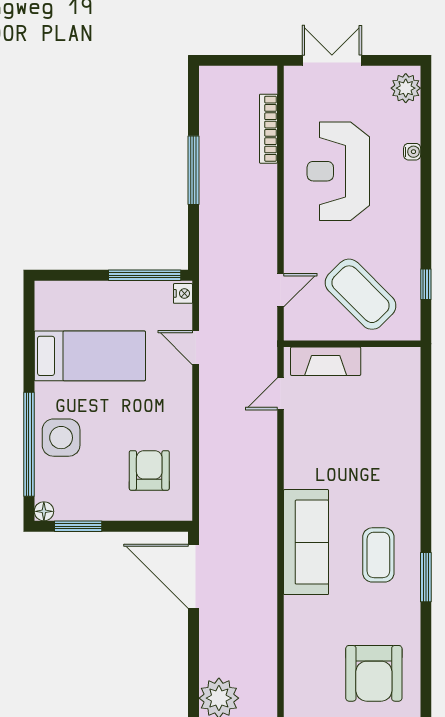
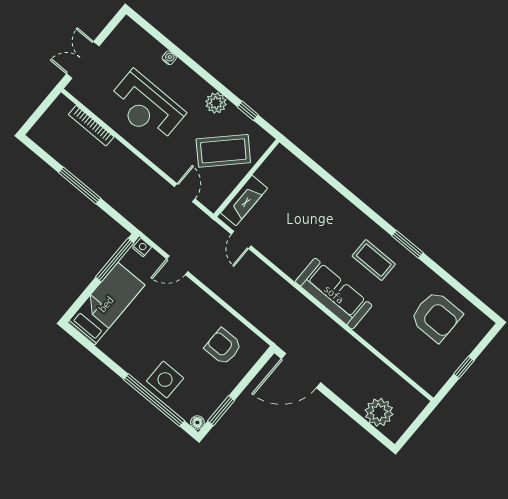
plant: (406, 88) -> (216, 103), moved
bed: (90, 356) -> (106, 304), moved

